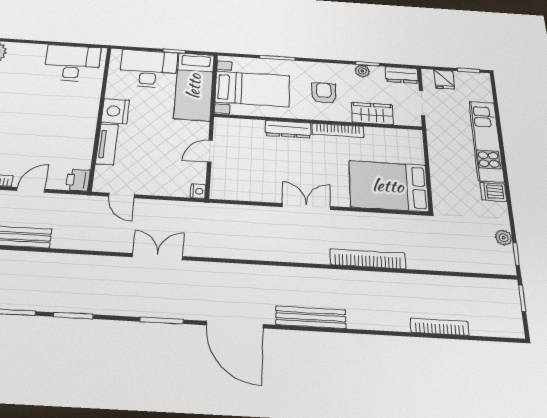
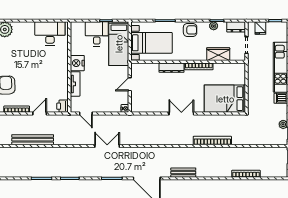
desk: (148, 69) -> (97, 34), width x0.73
armchair: (324, 93) -> (190, 30), moved, turned 90
bench: (311, 317) -> (183, 173), width x0.73

